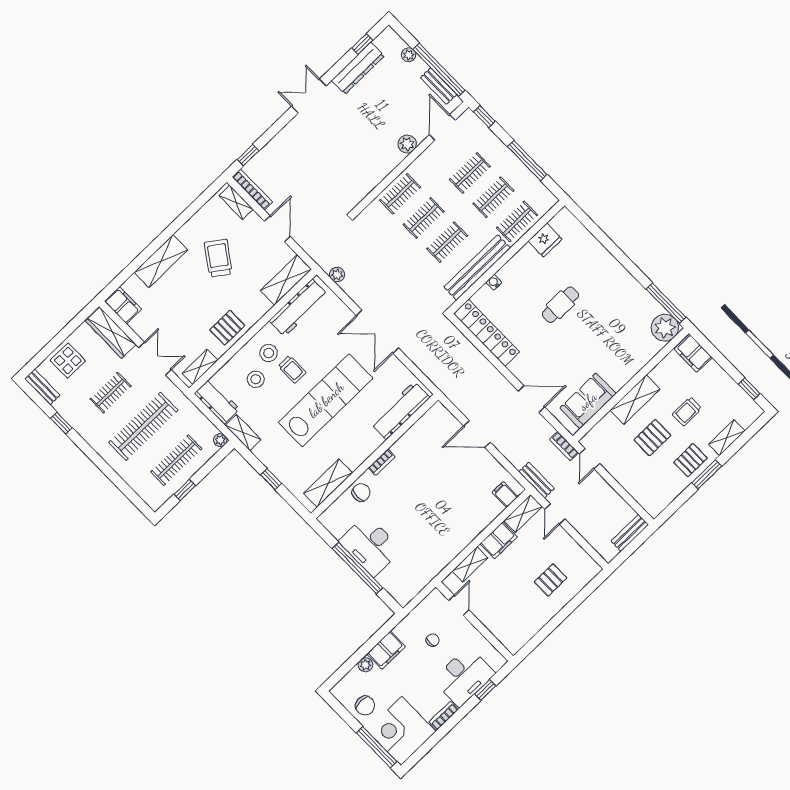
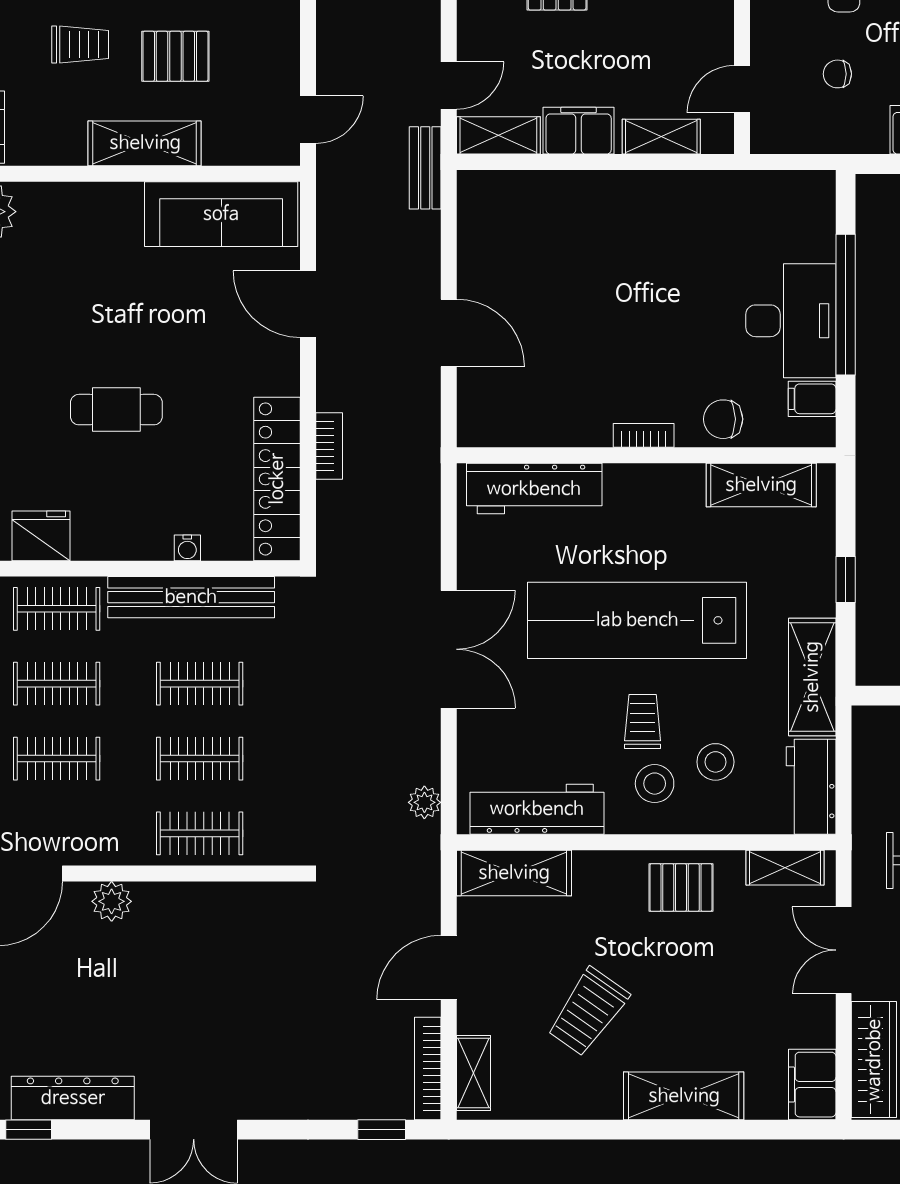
sofa: (588, 401) -> (221, 214), width x1.36
shelving: (243, 433) -> (812, 677), width x1.50, depth x1.33
plant: (220, 440) -> (866, 720), removed
bookcase: (564, 446) -> (329, 446), moved
filing cabinet: (505, 495) -> (812, 399), moved, turned 90

